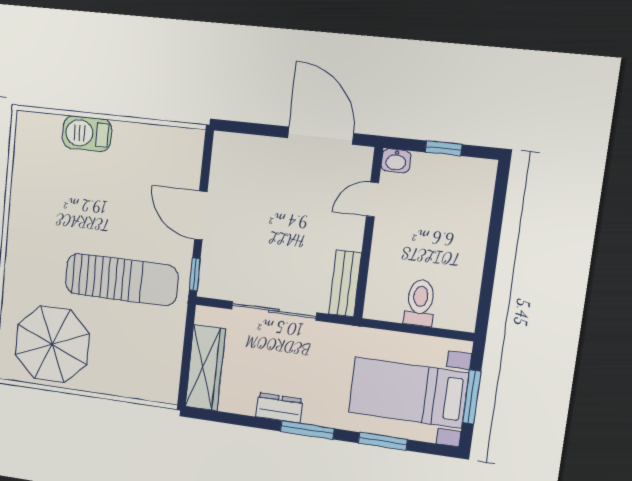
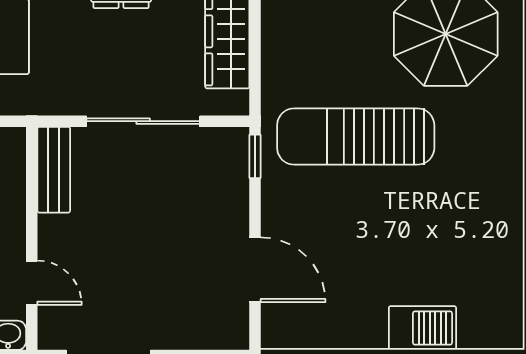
door: (373, 199) -> (32, 283), hinge flipped
door: (201, 216) -> (255, 270), moved

